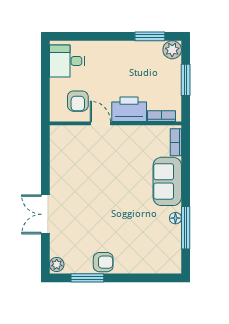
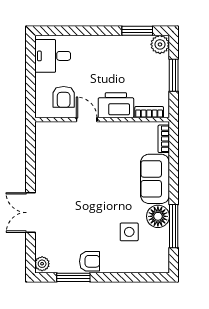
floor lamp: (175, 218) -> (158, 216), width x1.89, depth x1.89
side table: (142, 233) -> (129, 232), added

